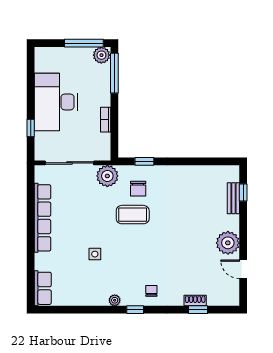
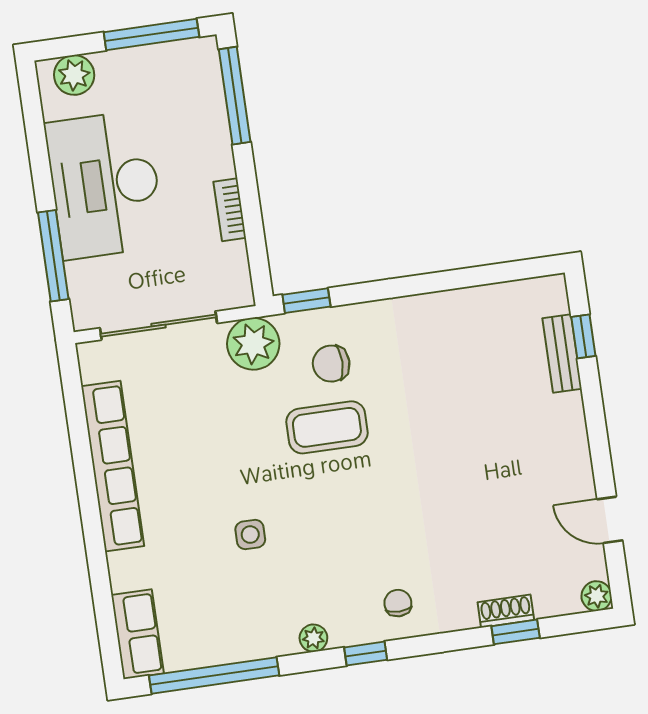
plant: (101, 55) -> (74, 75), moved
window: (31, 128) -> (53, 256), width x2.17
window: (144, 161) -> (306, 301), moved
chair: (138, 189) -> (331, 364), turned 90
plant: (228, 243) -> (597, 596), moved, width x0.53, depth x0.53
window: (72, 310) -> (214, 675), added

